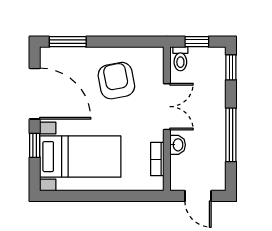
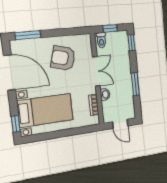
armchair: (116, 81) -> (63, 58), turned -64
window: (231, 135) -> (135, 84), width x0.69
window: (35, 145) -> (16, 124), moved

